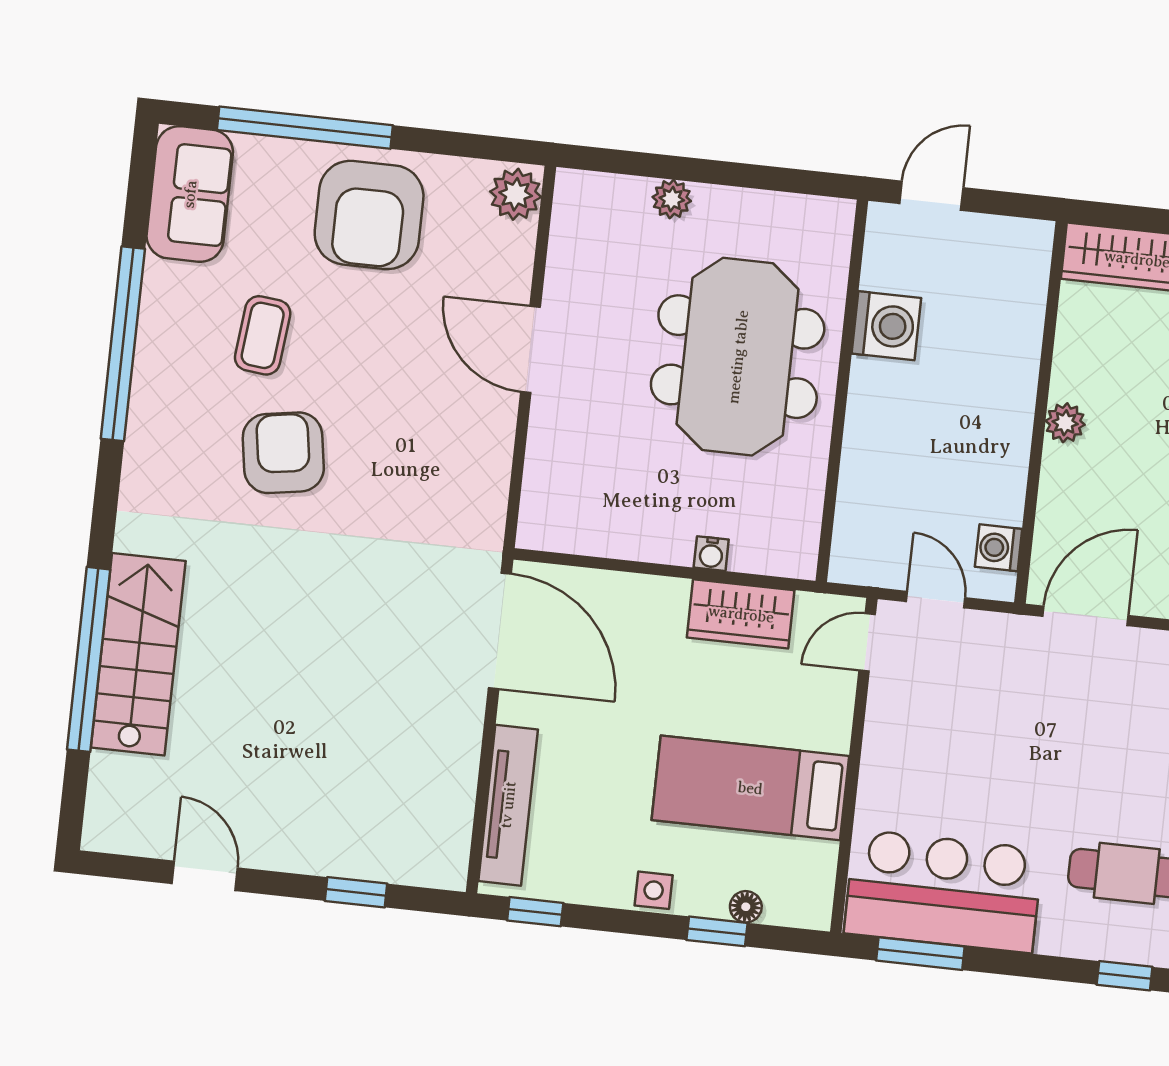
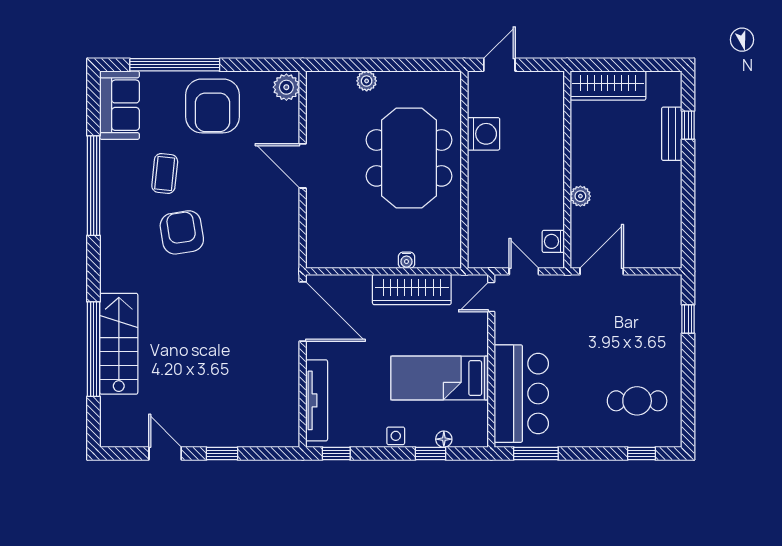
plant: (1065, 423) -> (580, 196), moved
wardrobe: (741, 614) -> (412, 289), width x1.50
bar counter: (943, 891) -> (521, 394), moved, turned 90
window: (356, 892) -> (222, 453), moved

